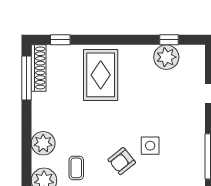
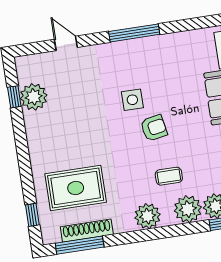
shoe rack: (39, 68) -> (87, 231), moved
rug: (101, 75) -> (76, 188), moved
armchair: (122, 161) -> (154, 128), turned -61

